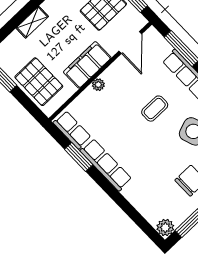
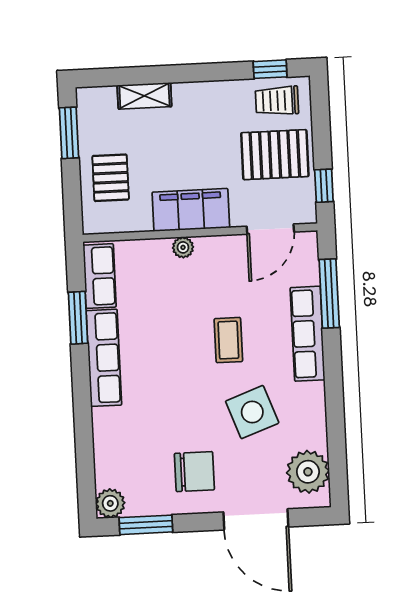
shelving: (32, 22) -> (144, 96), moved
pallet: (39, 82) -> (111, 178), width x0.67, depth x0.71
coffee table: (155, 109) -> (228, 340), turned 90

